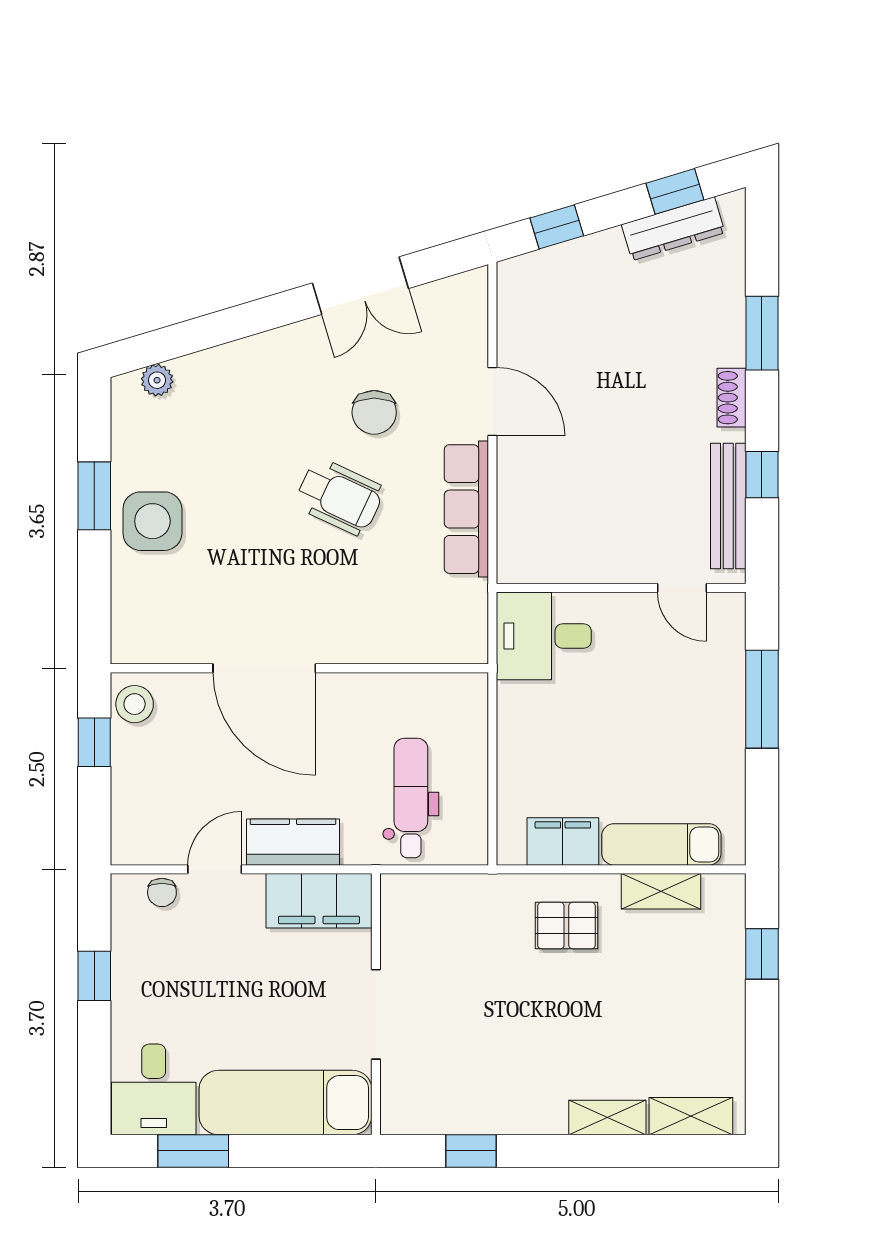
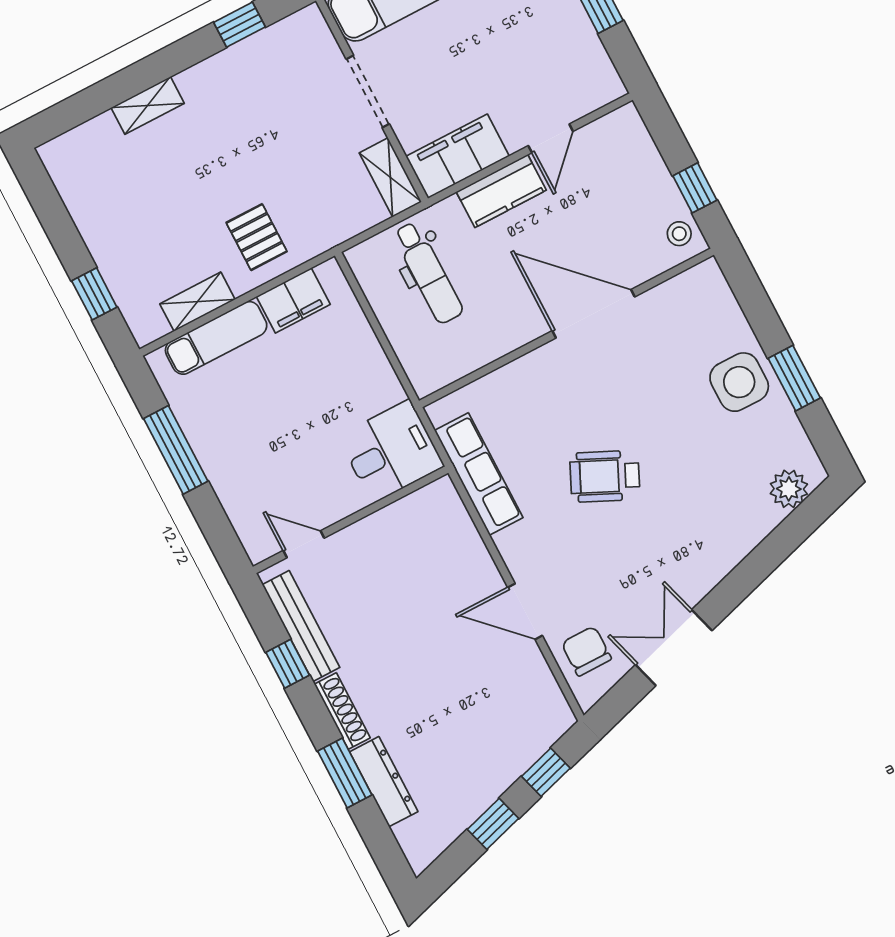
window: (675, 191) -> (493, 824), moved
dresser: (673, 229) -> (384, 782), moved, turned 107
plant: (157, 380) -> (789, 489), width x1.38, depth x1.38
shoe rack: (731, 398) -> (342, 711), width x1.43
chair: (374, 412) -> (586, 651), moved
row of seats: (466, 509) -> (479, 474), moved
window: (762, 699) -> (176, 450), moved
stool: (135, 704) -> (679, 234), width x0.73, depth x0.73
chair: (162, 892) -> (582, 99), removed
pallet: (566, 926) -> (257, 237), turned 90
shelving: (691, 1116) -> (390, 177), moved, turned 90

